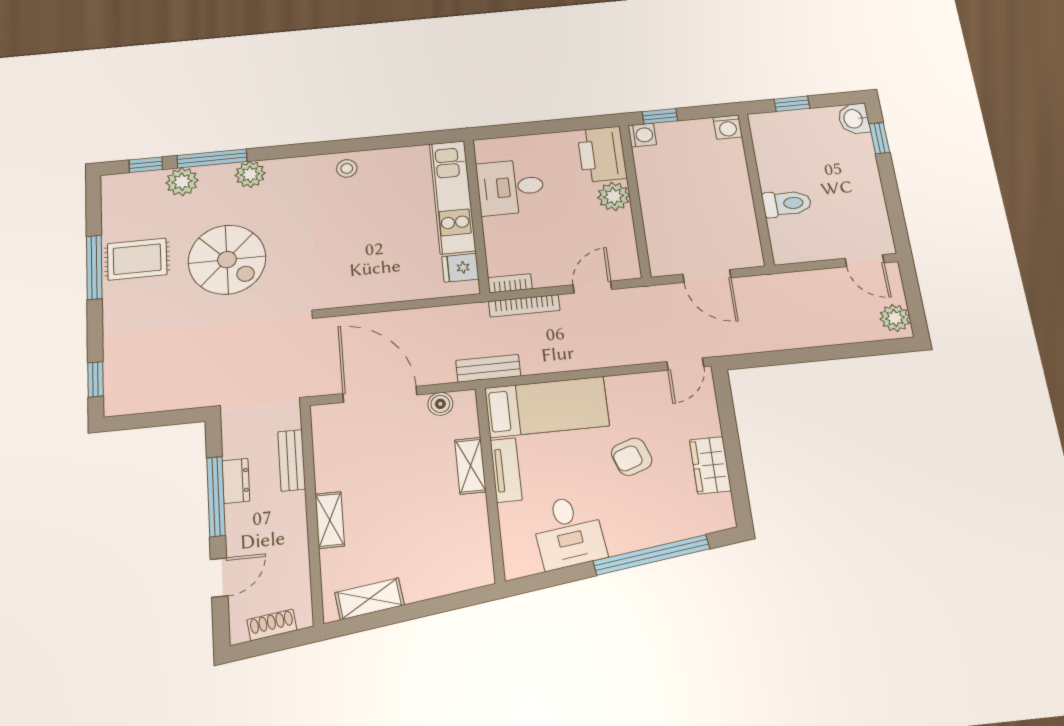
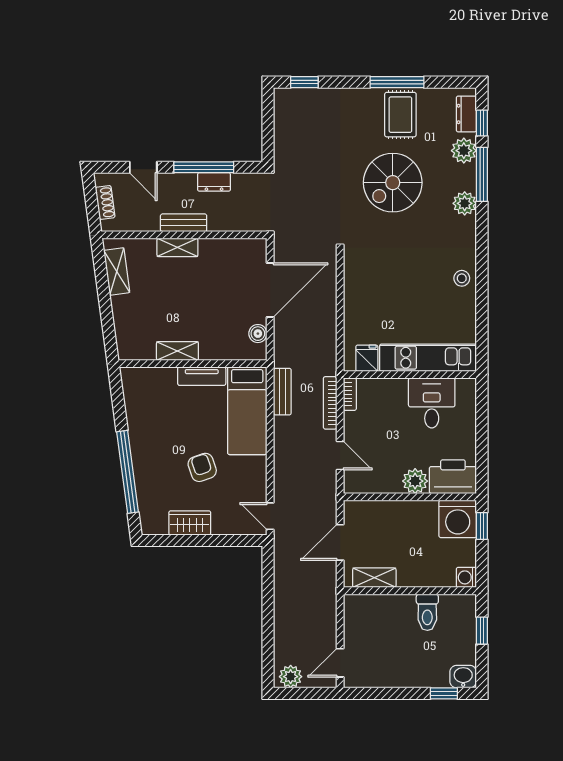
washing machine: (642, 135) -> (458, 519), width x1.89, depth x1.89
dresser: (135, 183) -> (466, 114), added
toilet: (787, 204) -> (427, 612), moved
shelving: (746, 231) -> (374, 578), added
bench: (488, 368) -> (282, 392), moved
bench: (292, 460) -> (184, 223), moved
shelving: (470, 466) -> (177, 351), moved
desk: (568, 532) -> (151, 416), removed

